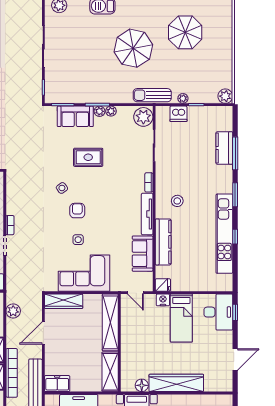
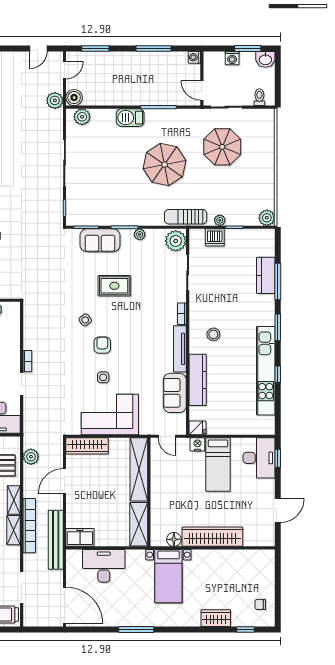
plant: (100, 111) -> (127, 235), removed

